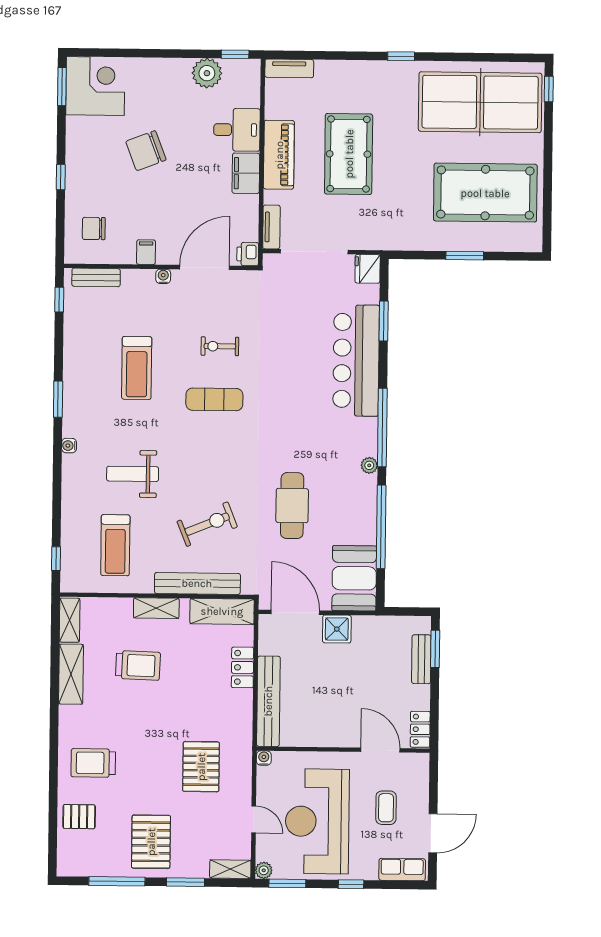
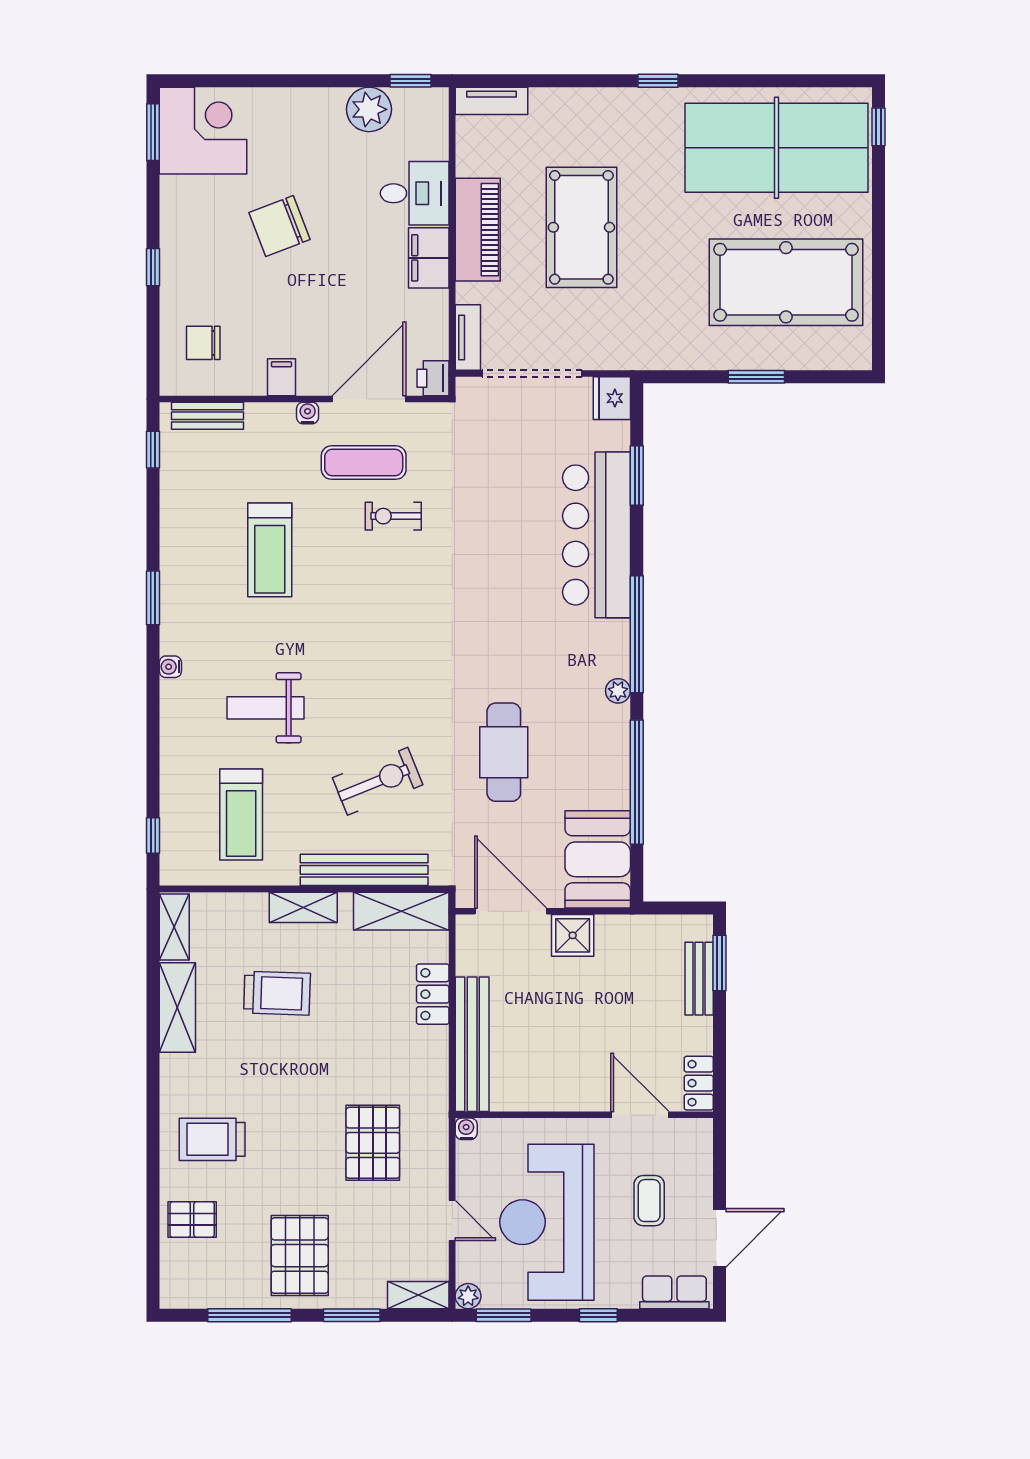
exercise mat: (214, 399) -> (364, 463), moved

